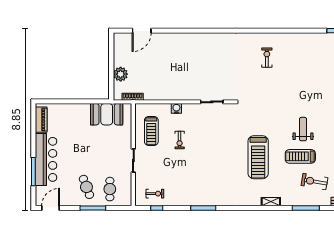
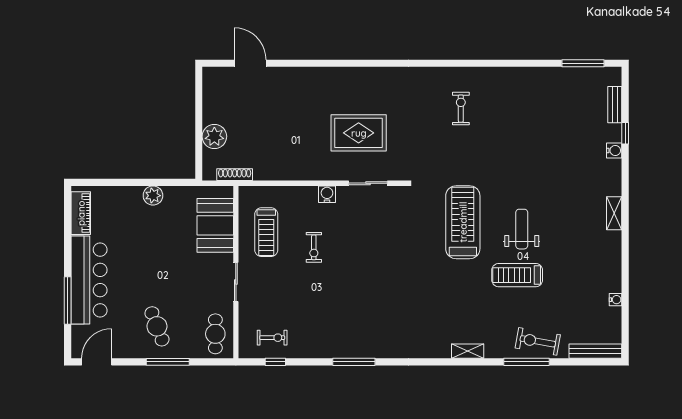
door: (142, 31) -> (250, 63), swing flipped
rug: (206, 72) -> (359, 133), added
water cooler: (176, 108) -> (327, 194), moved
plant: (84, 109) -> (153, 196), added
booth: (107, 114) -> (215, 225), moved, turned 90
treadmill: (258, 157) -> (463, 222), moved, turned 180
exercise bike: (314, 182) -> (538, 341), moved
cafe table: (110, 189) -> (215, 334), moved

